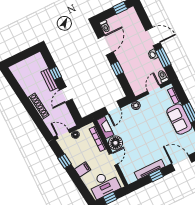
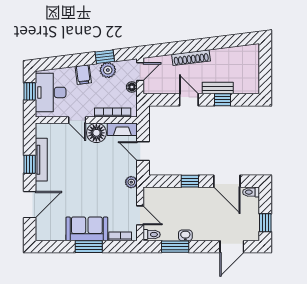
door: (153, 37) -> (232, 247), moved
plant: (72, 155) -> (108, 70), added

